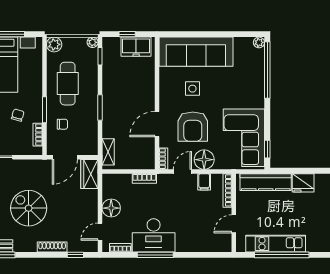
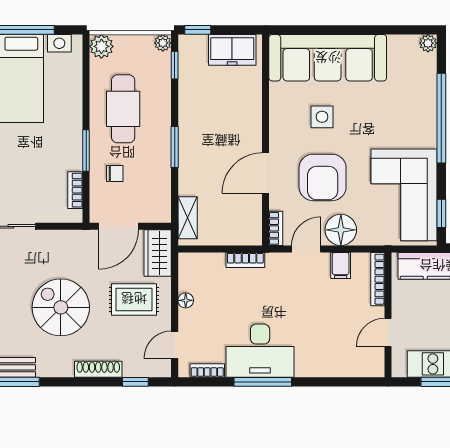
window: (127, 34) -> (198, 30), moved
window: (267, 70) -> (441, 118), moved
chair: (18, 115) -> (43, 159), removed
rug: (74, 203) -> (134, 299), added
floor lamp: (111, 208) -> (186, 300), width x0.53, depth x0.53

